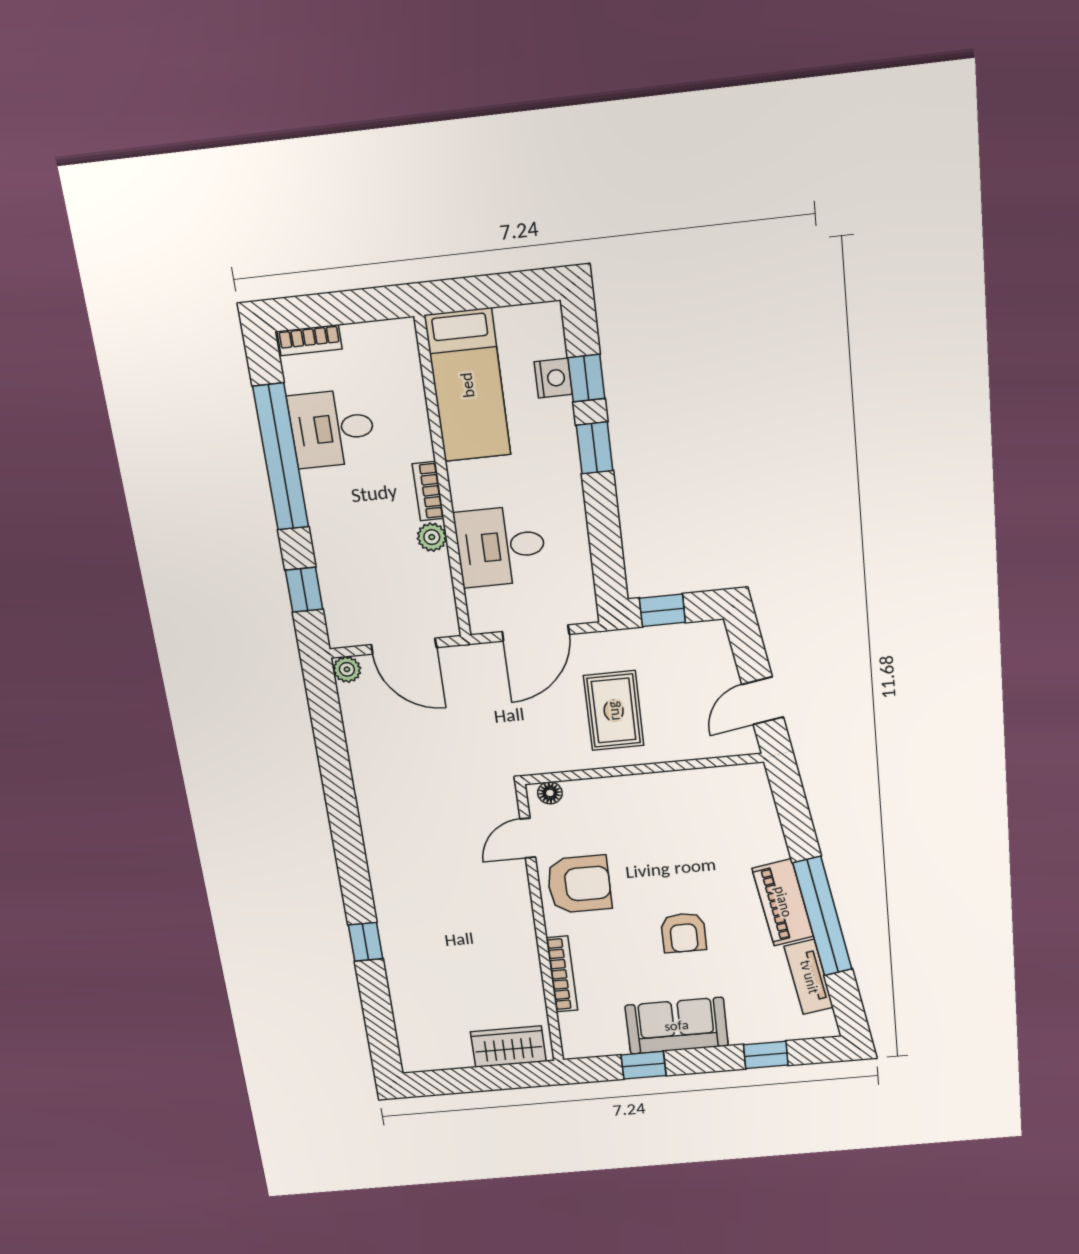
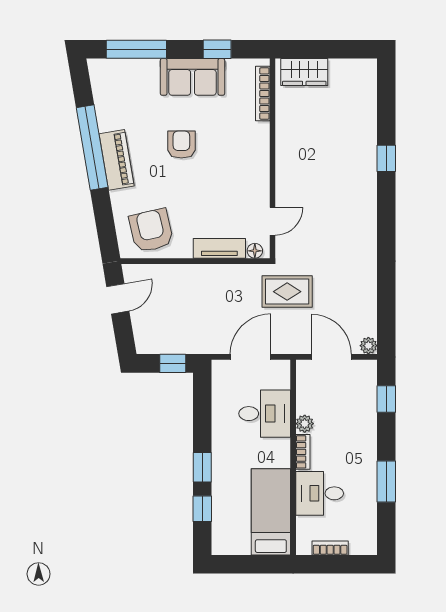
bookcase: (310, 340) -> (330, 548), moved
nightstand: (553, 378) -> (221, 511), removed
desk: (332, 429) -> (320, 493), moved, turned 180
window: (281, 457) -> (386, 482), width x0.47
rug: (614, 711) -> (287, 292), moved, turned 90
armchair: (579, 884) -> (151, 230), moved, turned 77
bookcase: (562, 974) -> (263, 93), moved
tv unit: (809, 977) -> (219, 248), moved, turned -80
window: (766, 1055) -> (136, 49), width x2.17

